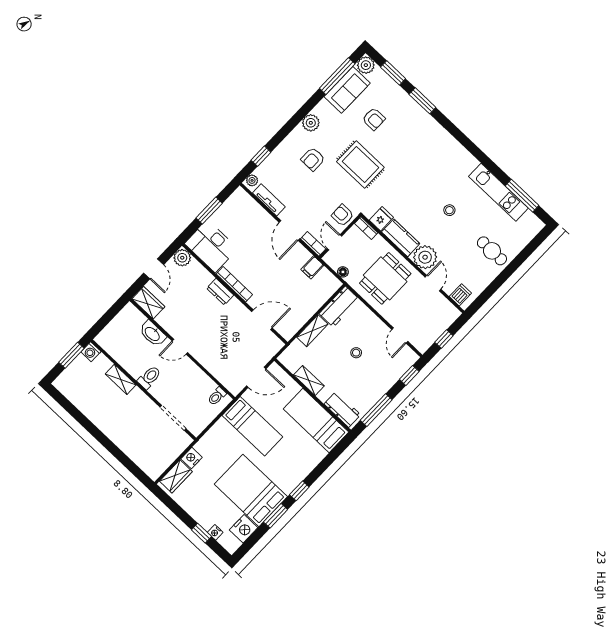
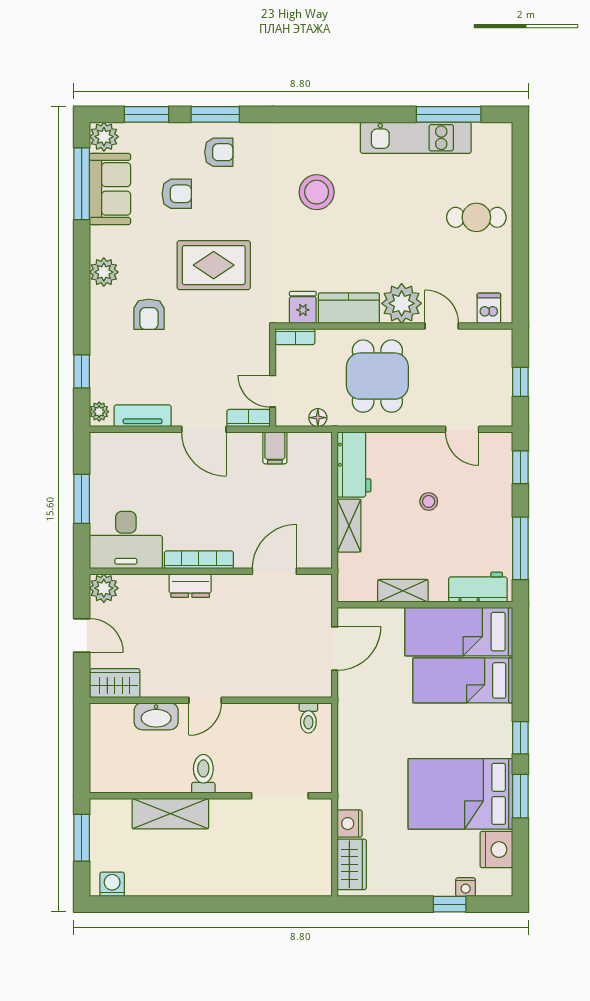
stool: (449, 210) -> (317, 192), moved, width x1.89, depth x1.89
armchair: (343, 215) -> (219, 152), moved, turned 180
washing machine: (91, 352) -> (112, 884), moved, turned 180
shelving: (121, 379) -> (170, 814), width x1.50, depth x1.33
bed: (252, 426) -> (463, 680), moved, turned 180

